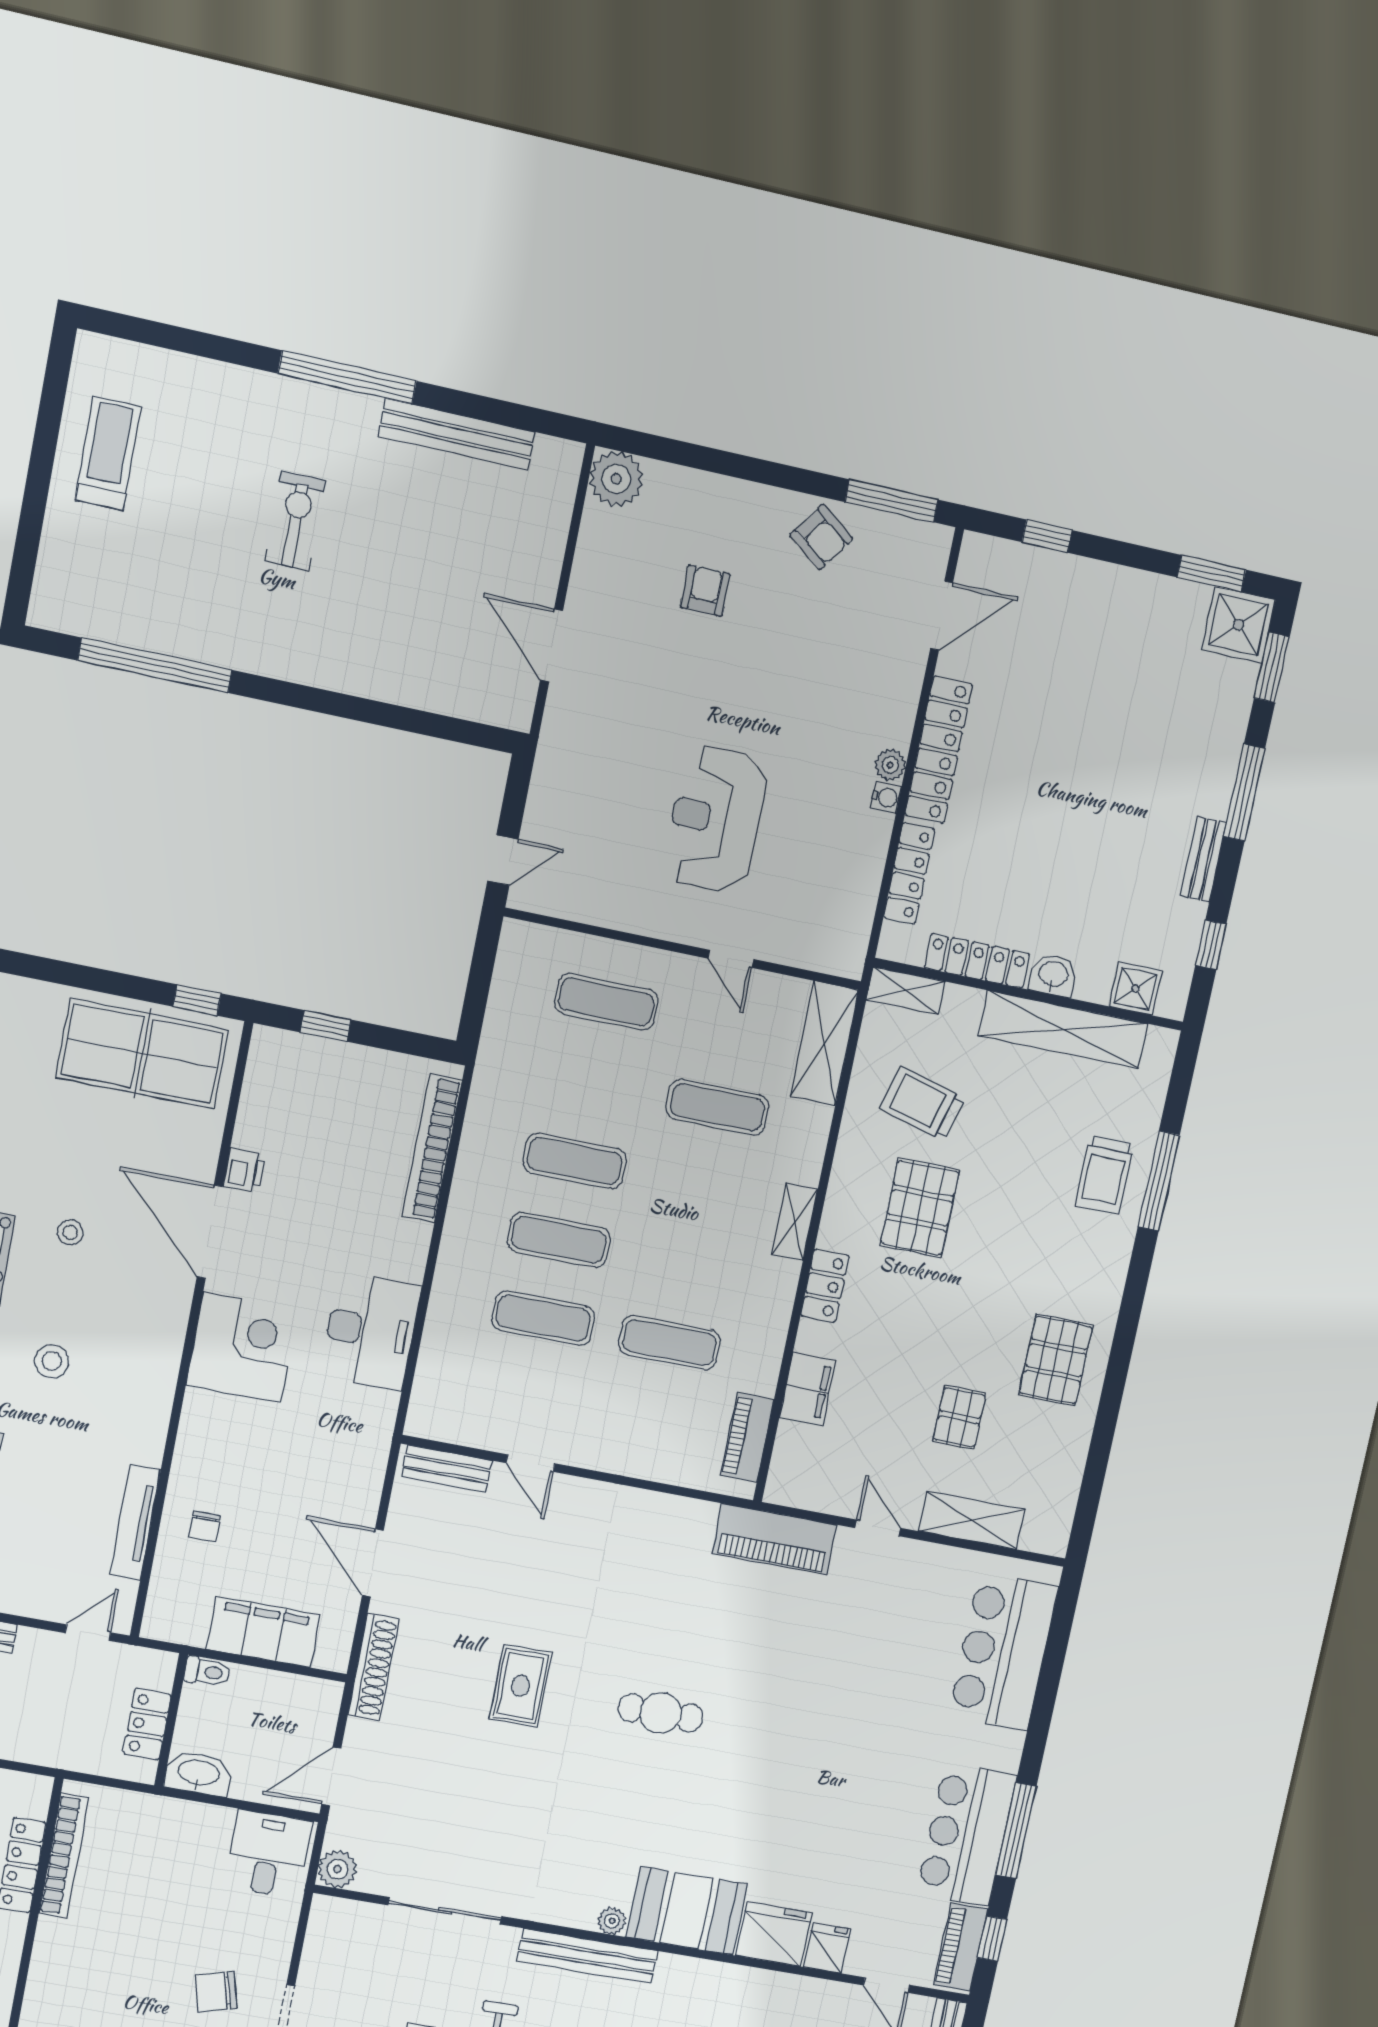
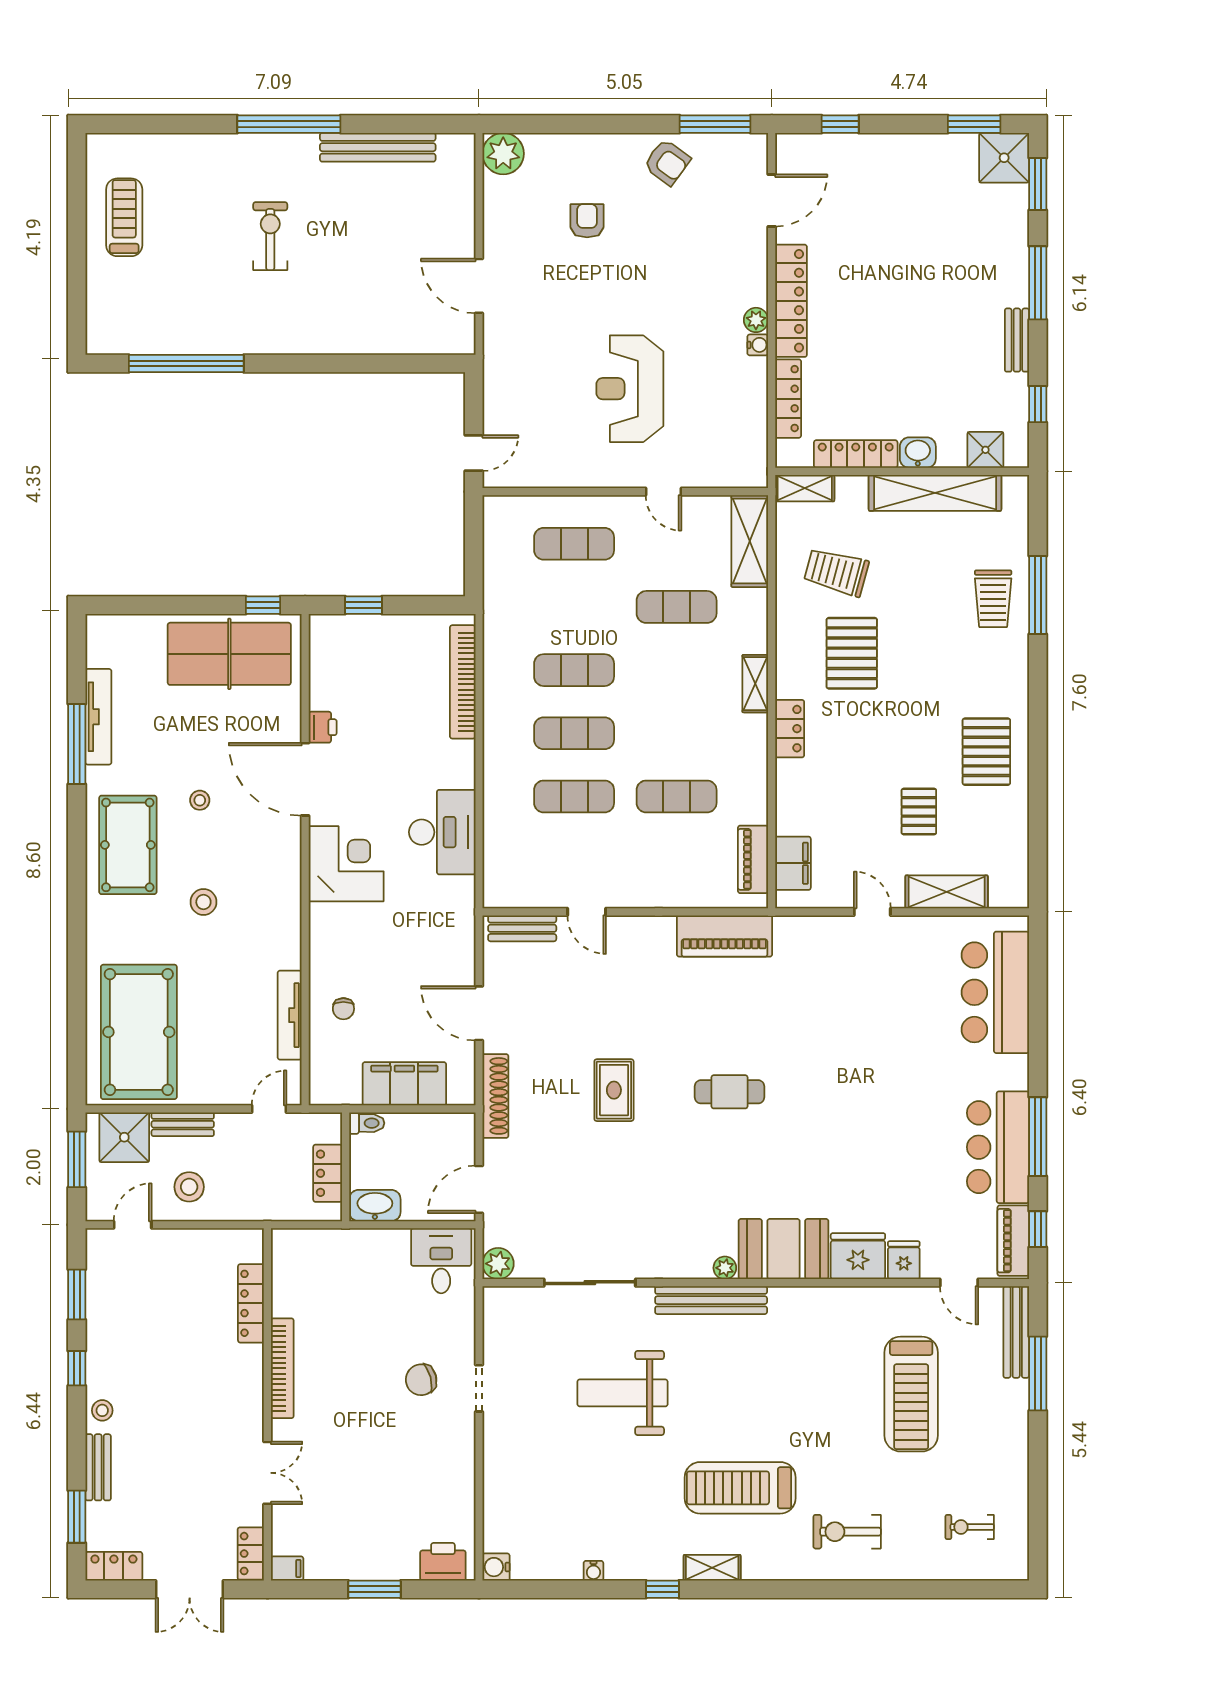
filing cabinet: (807, 1389) -> (793, 863), moved
piano: (774, 1539) -> (724, 936), moved
bookcase: (64, 1856) -> (282, 1368), moved

